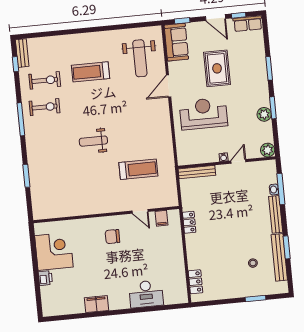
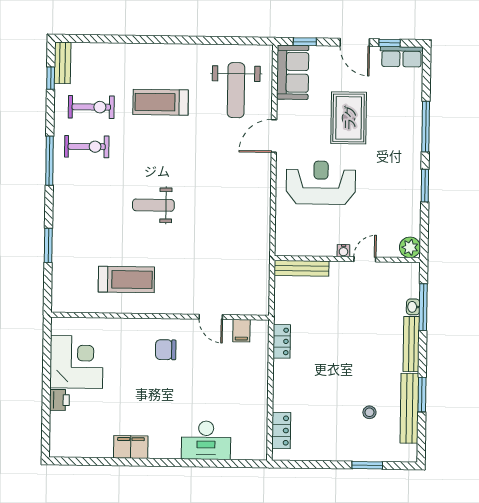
window: (269, 68) -> (426, 127), width x1.44
plant: (264, 114) -> (411, 194), removed
treadmill: (138, 169) -> (126, 279), moved

